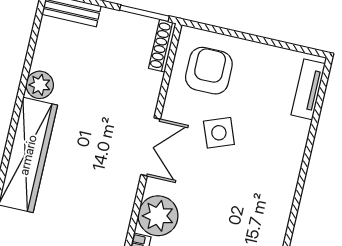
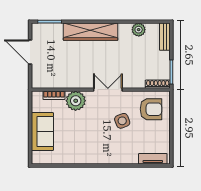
plant: (40, 85) -> (139, 30), moved
double door: (151, 147) -> (108, 90), swing flipped

